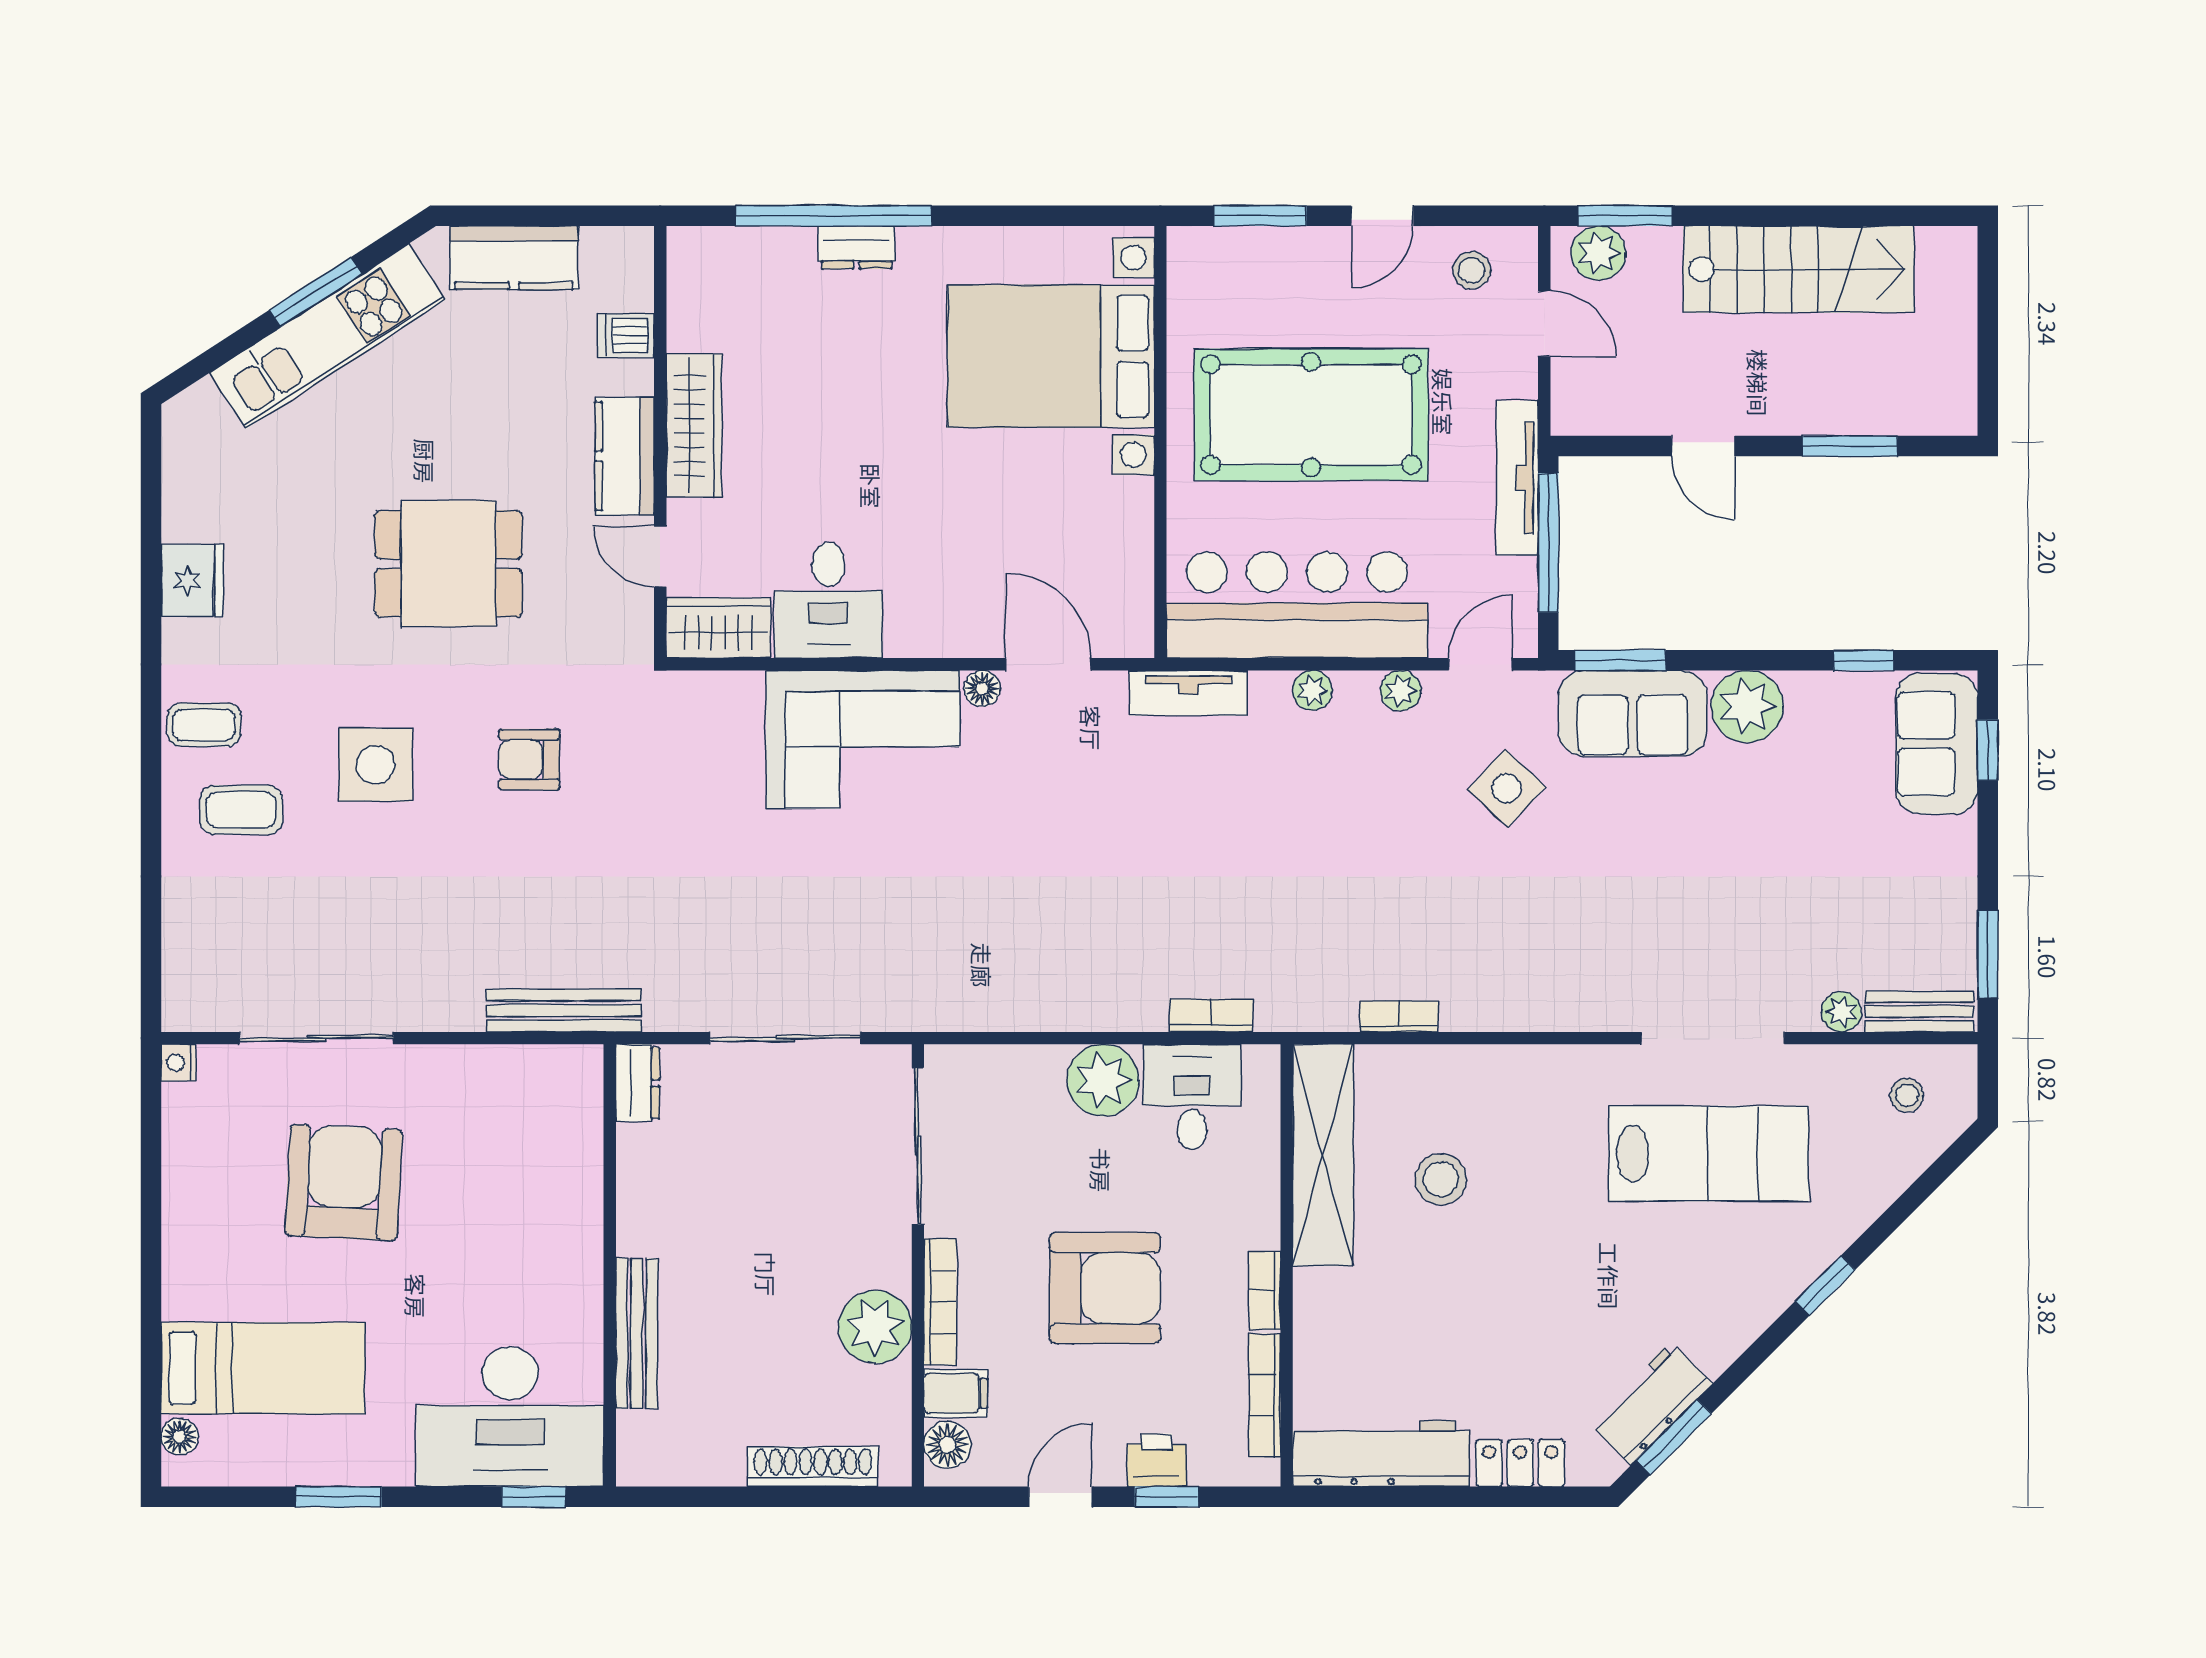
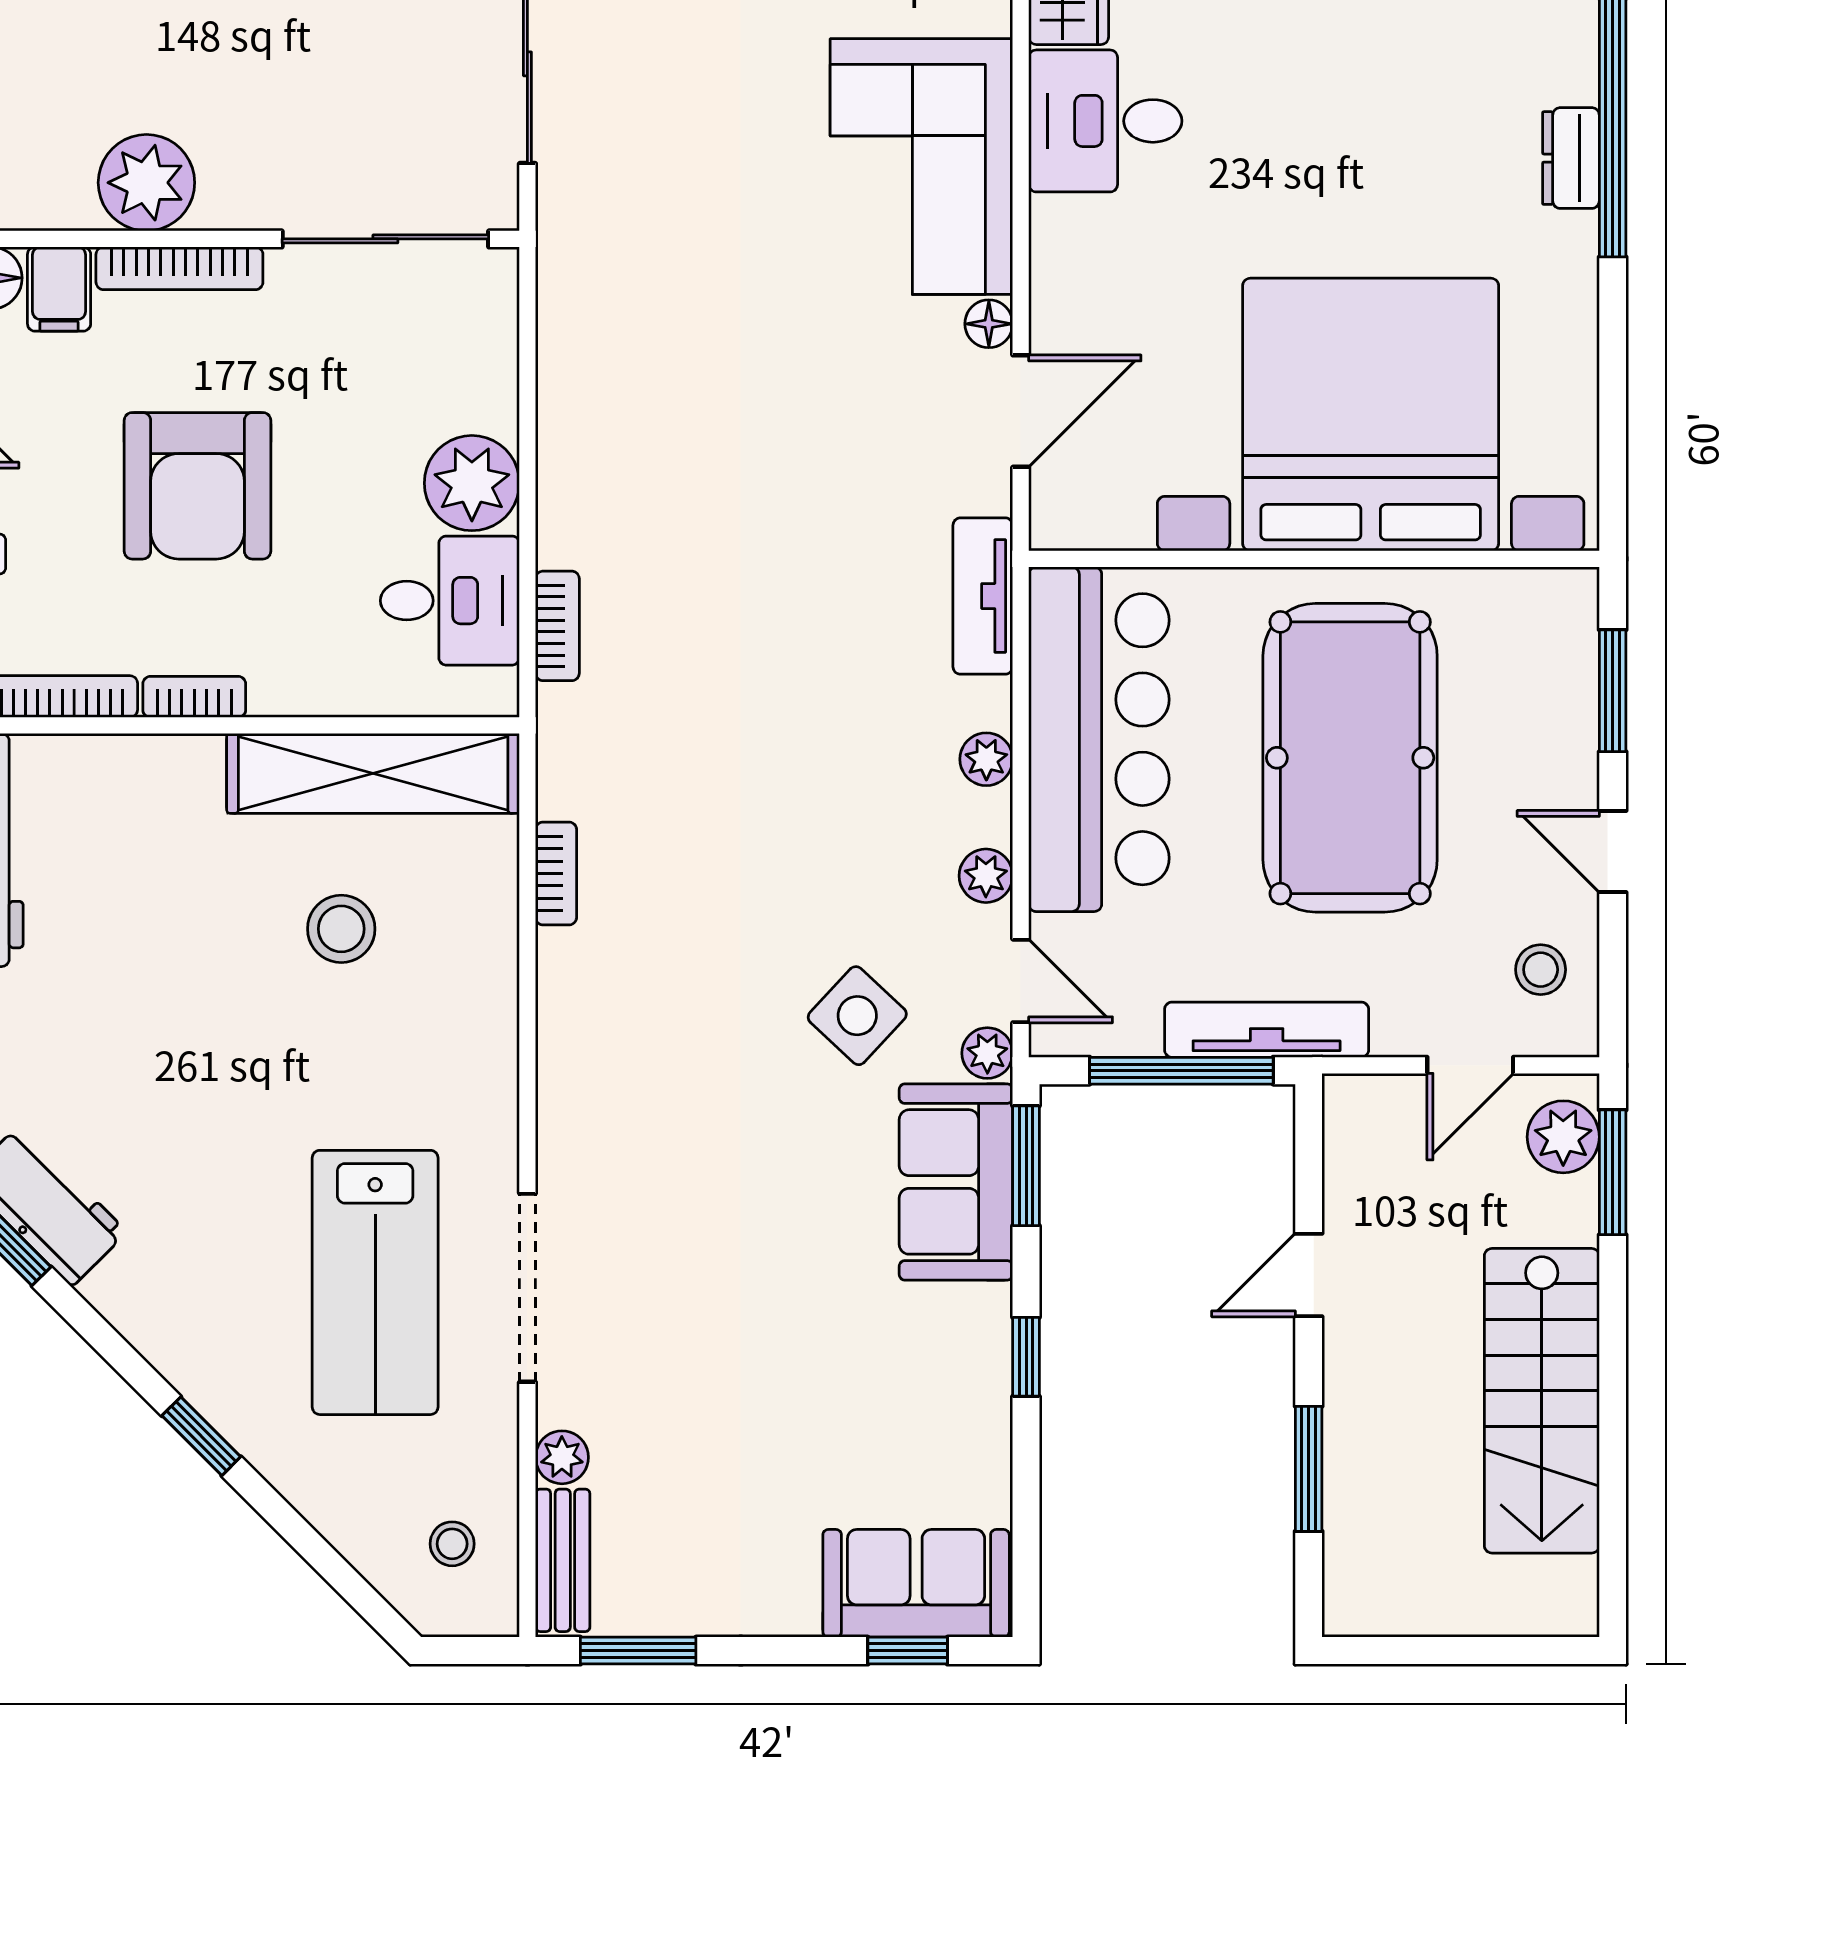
bed with nightstands: (1051, 356) -> (1371, 415), width x1.36
window: (1864, 660) -> (1026, 1357), moved
plant: (1747, 706) -> (987, 1053), moved, width x0.53, depth x0.53

